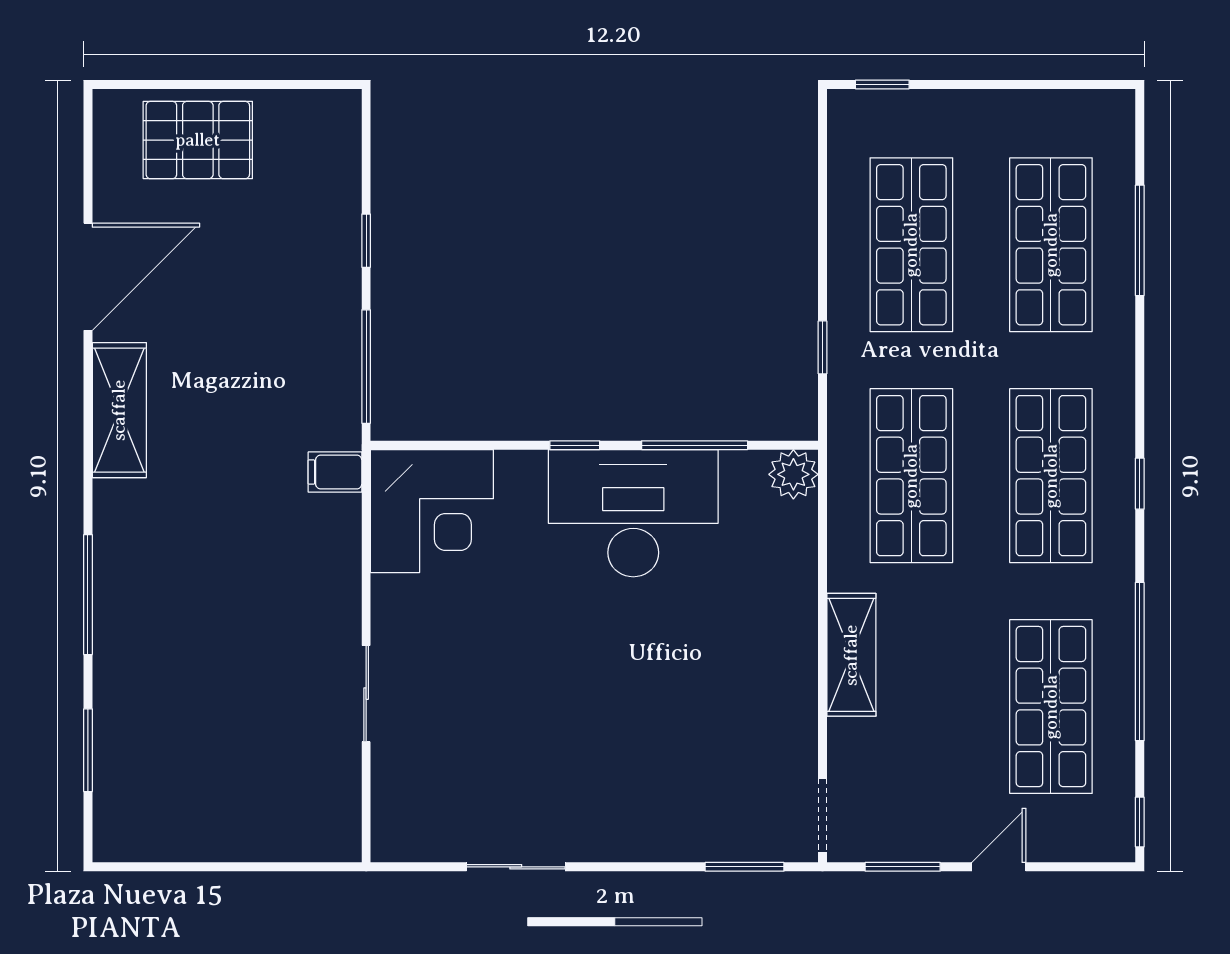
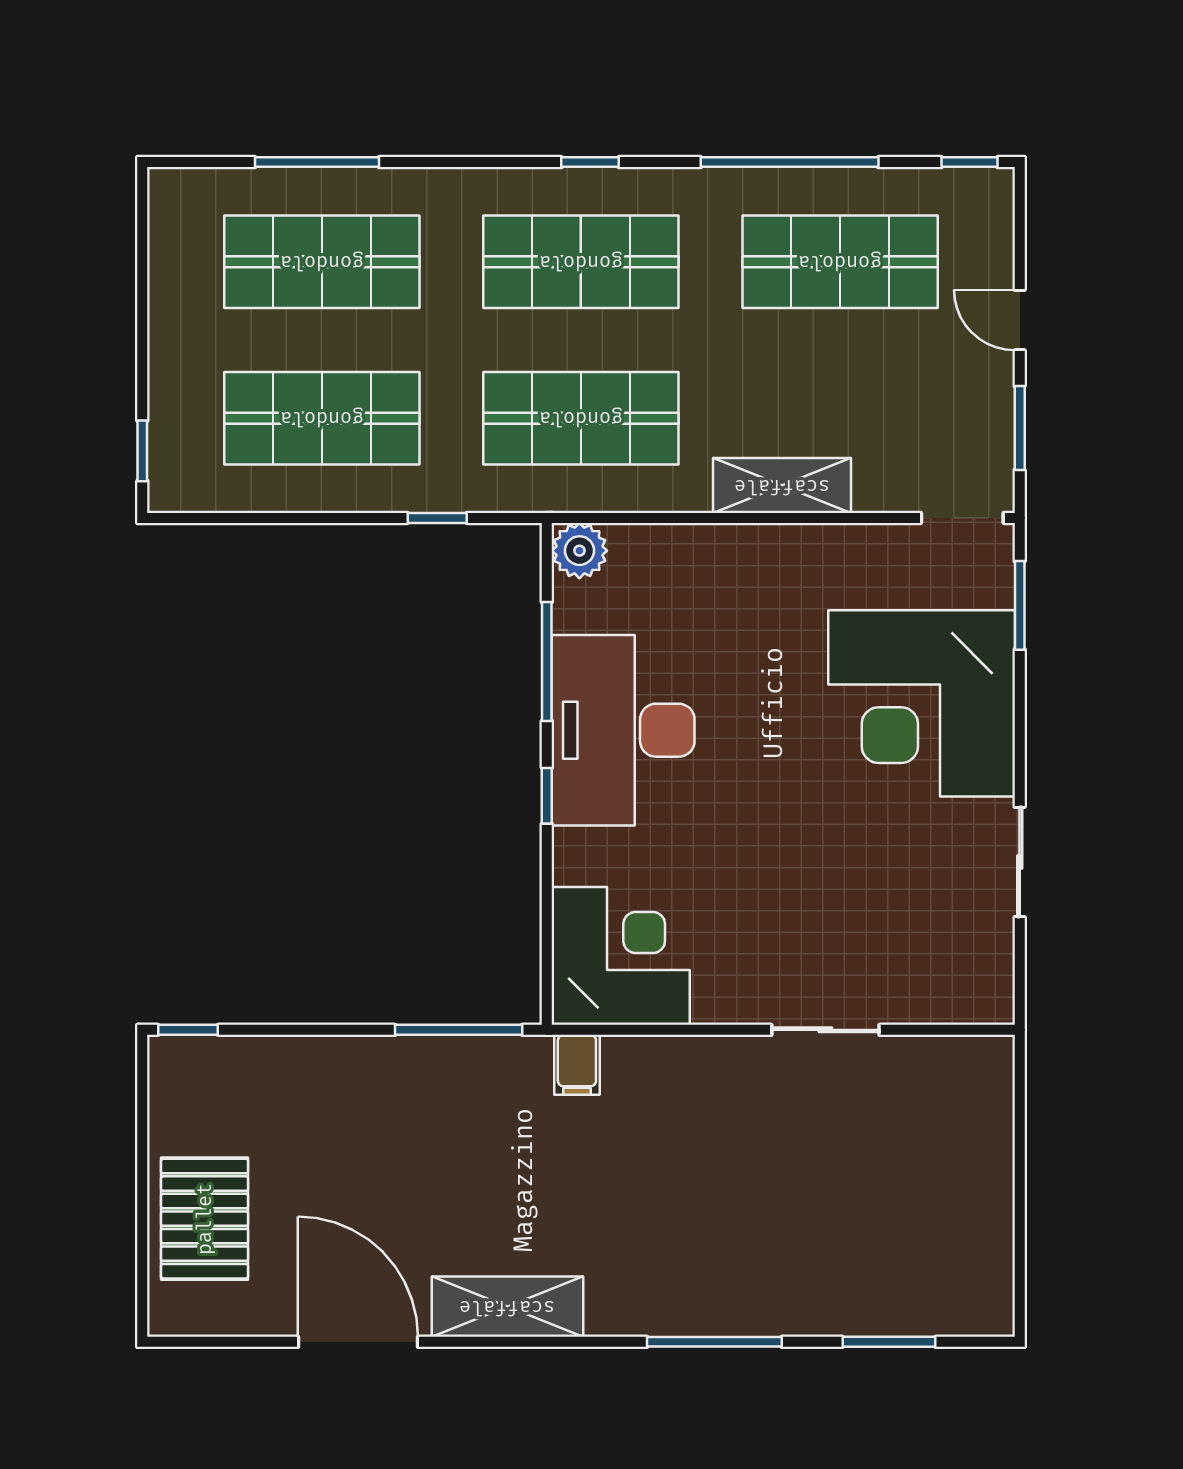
window: (366, 241) -> (188, 1030), moved
corner desk: (657, 779) -> (922, 703), added

